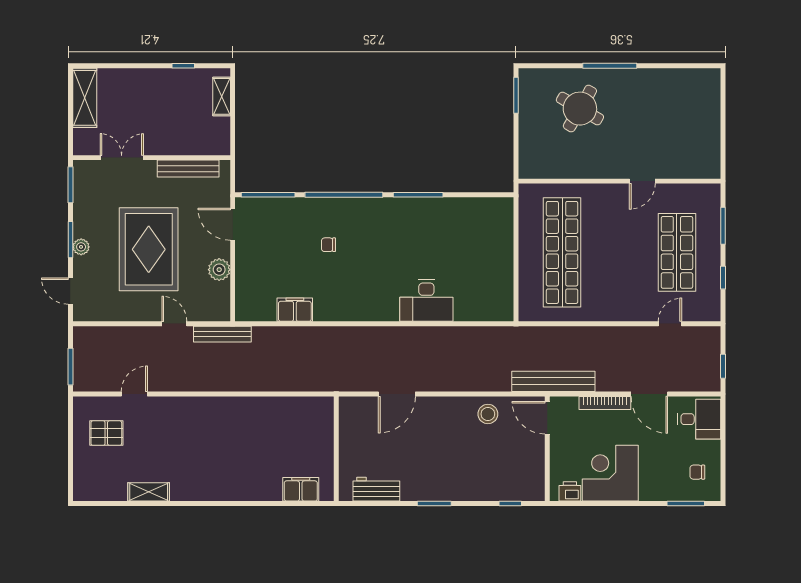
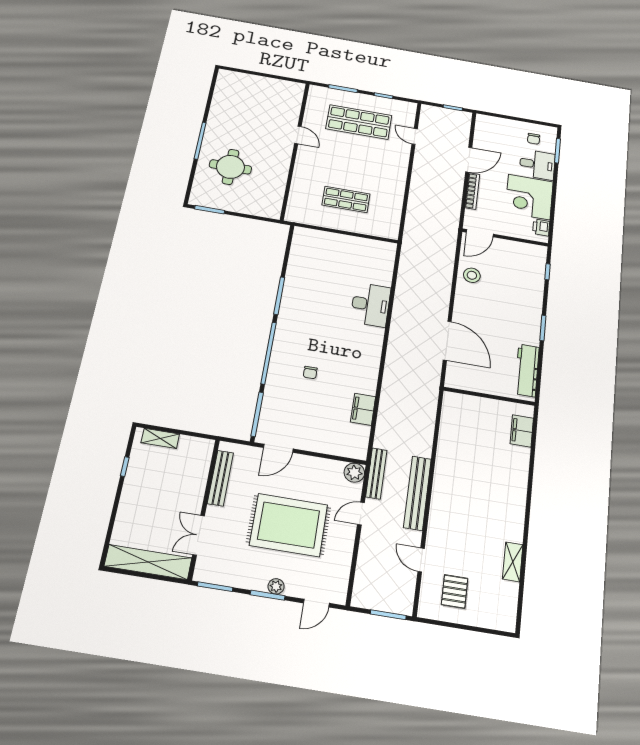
shelving: (85, 98) -> (148, 562), width x1.47
round table: (580, 109) -> (230, 167), turned -30
shop shelf: (562, 252) -> (346, 199), width x0.50, depth x0.74
plant: (219, 270) -> (354, 473), moved
bench: (553, 381) -> (417, 493), moved
door: (397, 394) -> (447, 341), width x1.36
desk: (699, 419) -> (537, 165), moved, turned 90
workbench: (376, 489) -> (527, 370), width x1.37

